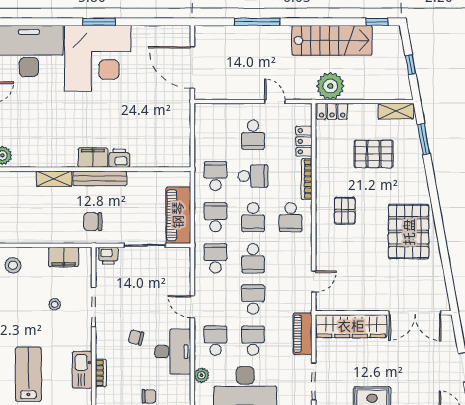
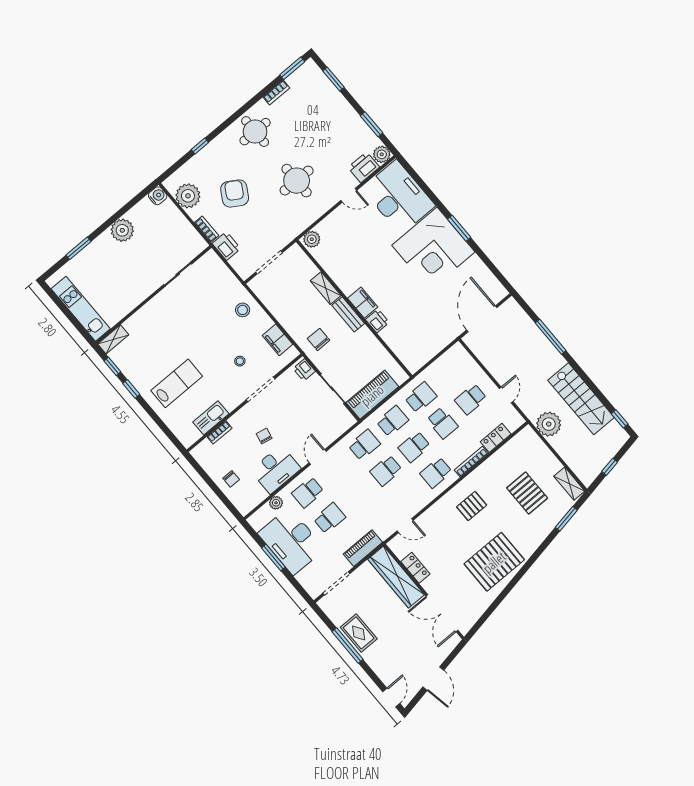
locker: (332, 111) -> (415, 568), moved, turned 180
bench: (100, 178) -> (348, 314), width x0.73
school desk: (253, 299) -> (358, 494), removed
school desk: (215, 341) -> (308, 492), turned 180

